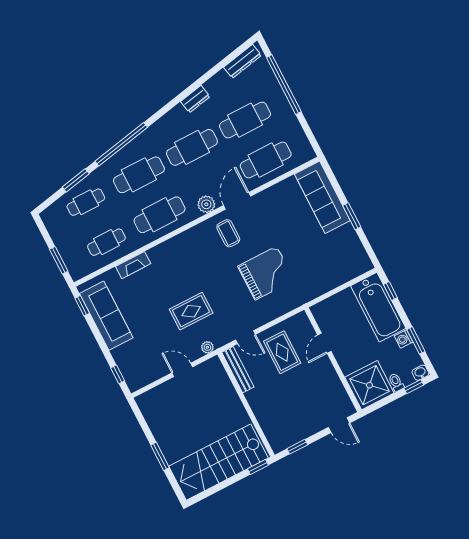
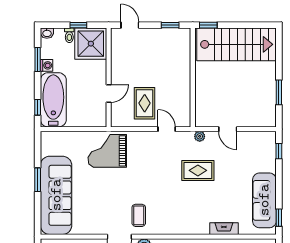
sofa: (322, 197) -> (56, 195), width x1.36, depth x1.27
grand piano: (266, 273) -> (107, 151), moved
bench: (238, 370) -> (185, 107), removed
window: (414, 387) -> (78, 25), moved
window: (160, 456) -> (279, 92), moved

